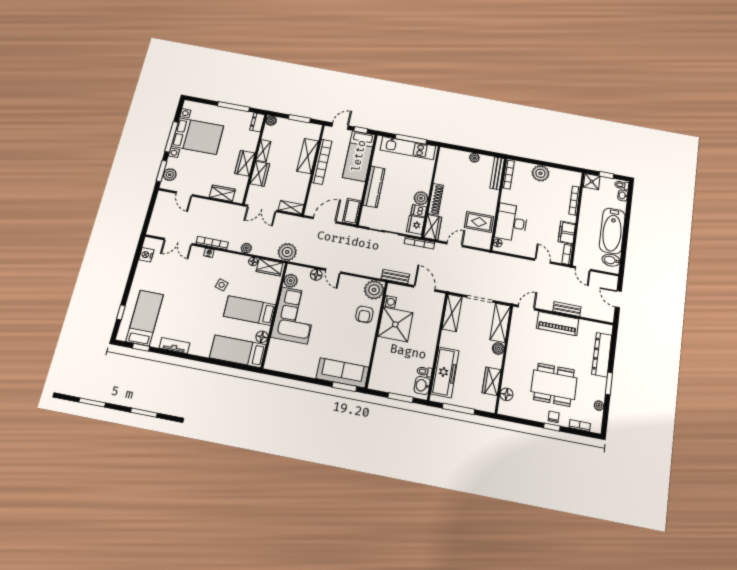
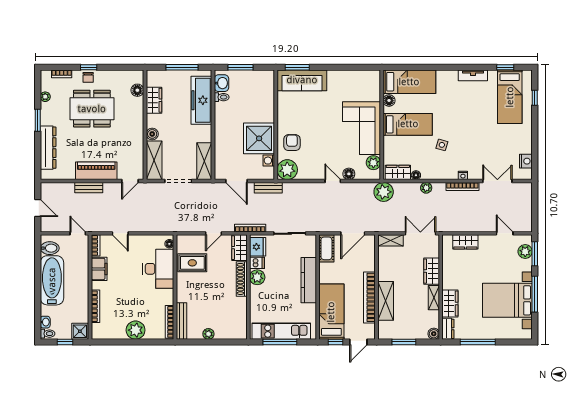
wardrobe: (245, 163) -> (450, 303), moved

